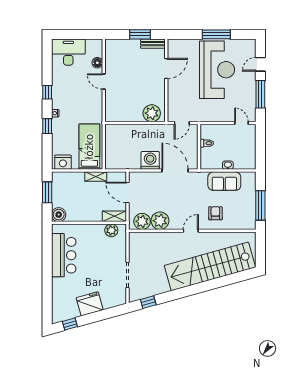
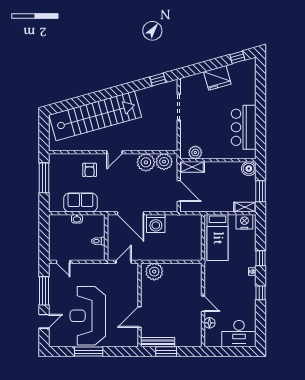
bench: (153, 44) -> (158, 342), width x1.36
shelving: (96, 177) -> (245, 207), moved

